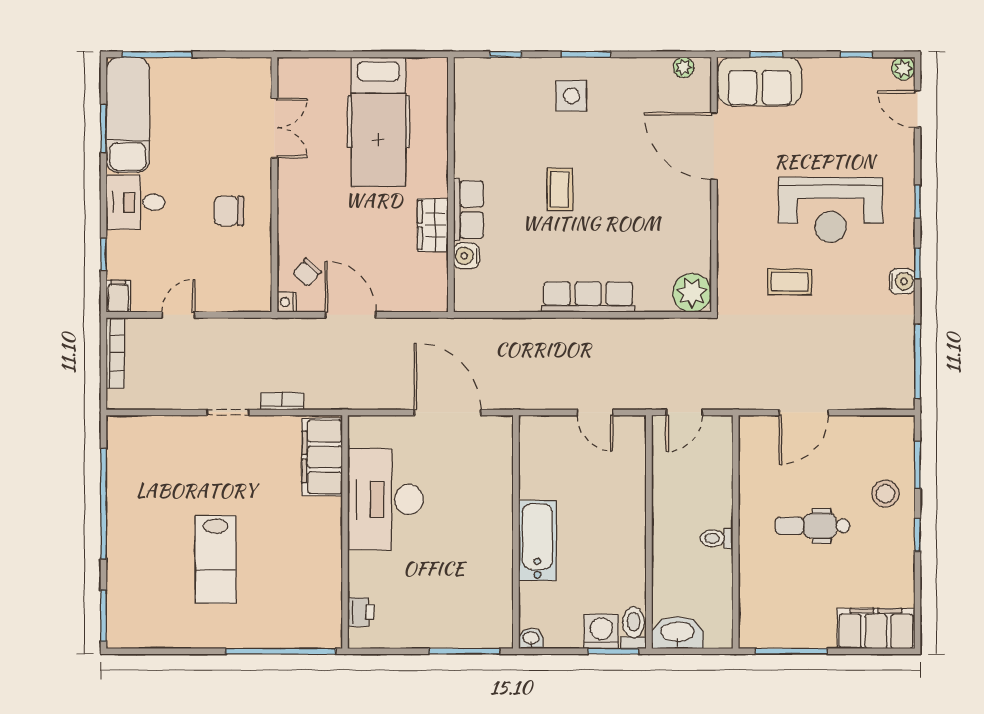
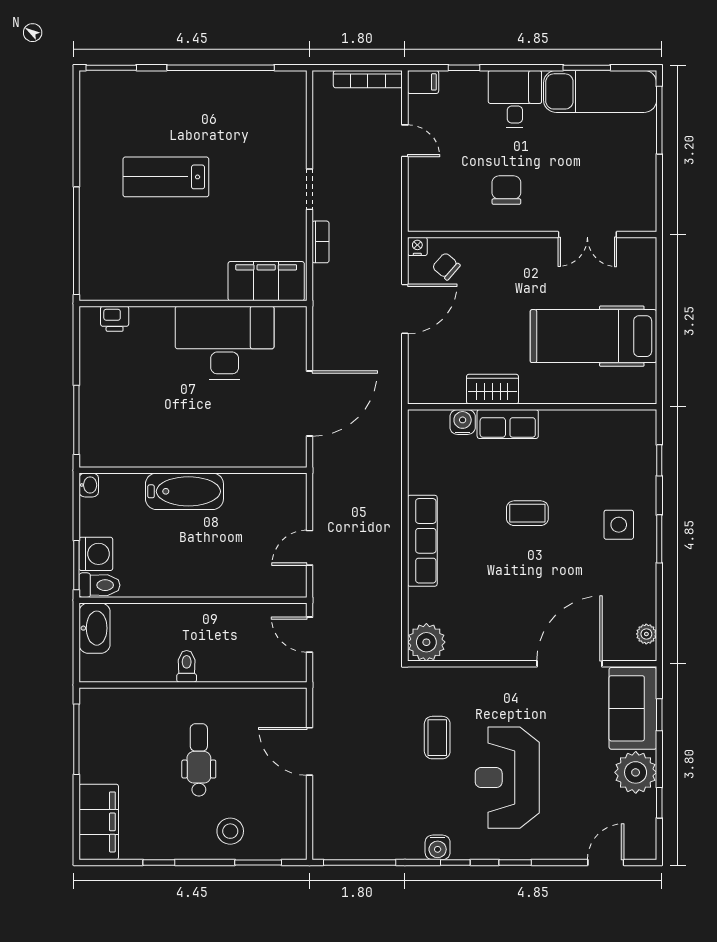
plant: (903, 69) -> (636, 772), moved, width x1.88, depth x1.88
window: (917, 535) -> (159, 862), moved

